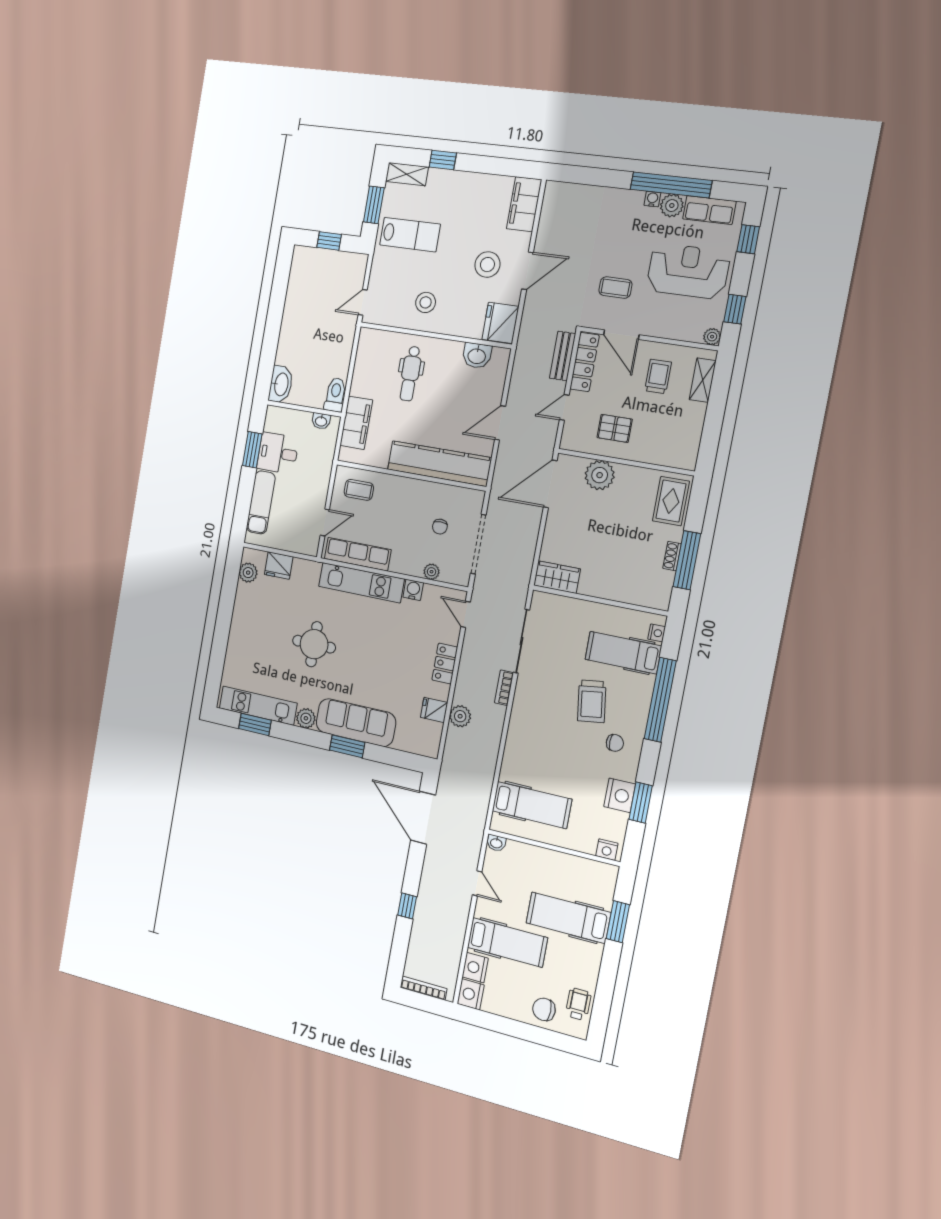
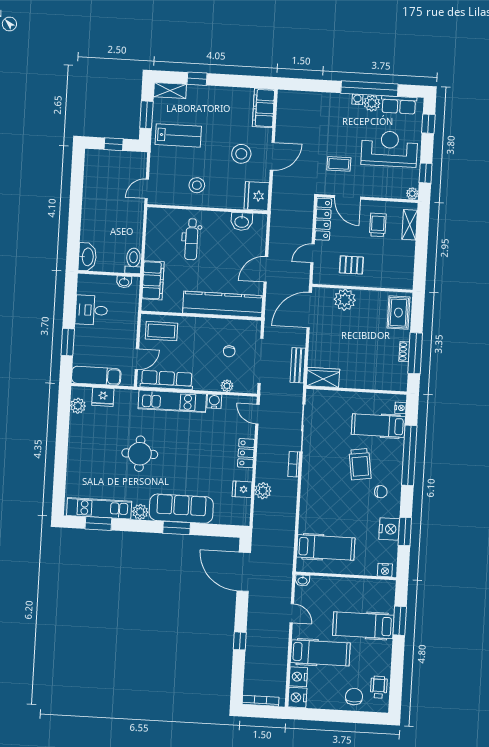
bench: (563, 356) -> (298, 365), moved
window: (252, 450) -> (68, 342), moved
coffee table: (359, 490) -> (161, 331), width x1.36, depth x1.30
exam couch: (261, 502) -> (96, 376), moved, turned -90
chair: (544, 1009) -> (354, 697), turned 90

